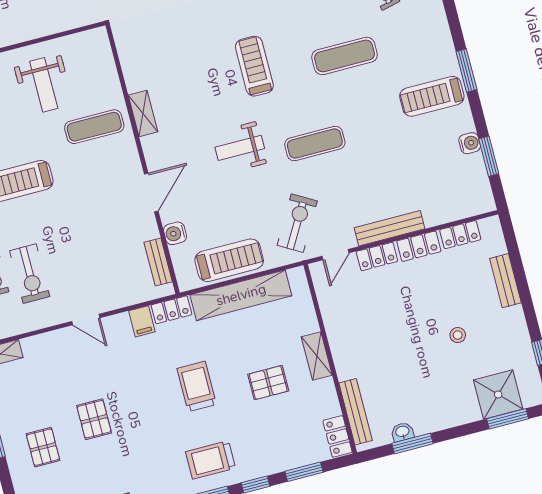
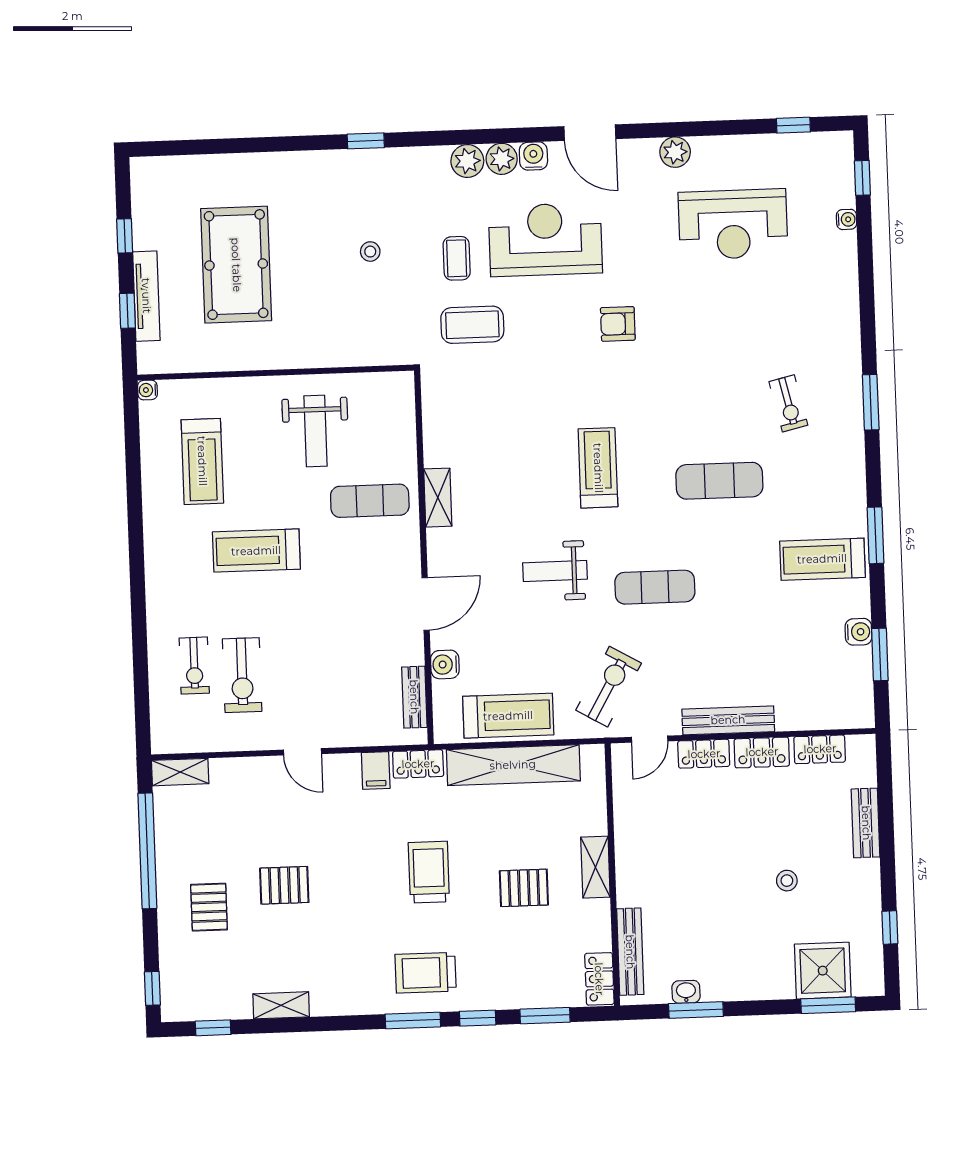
pallet: (94, 419) -> (284, 885), turned 90

